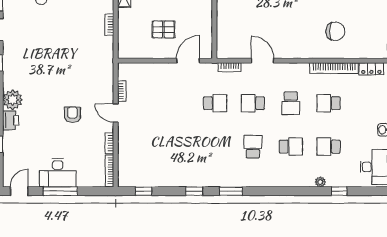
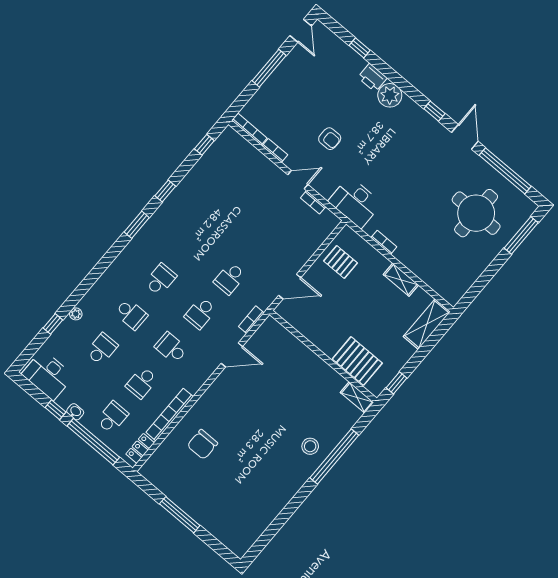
pallet: (163, 29) -> (341, 262), moved, turned 90
door: (188, 61) -> (290, 287), hinge flipped
school desk: (253, 103) -> (200, 313), turned 180
school desk: (329, 103) -> (142, 383), turned 180
school desk: (367, 103) -> (112, 417), added
school desk: (253, 147) -> (161, 279), turned -90
school desk: (291, 147) -> (131, 314), turned -90
desk: (58, 173) -> (355, 202), moved, turned -90

